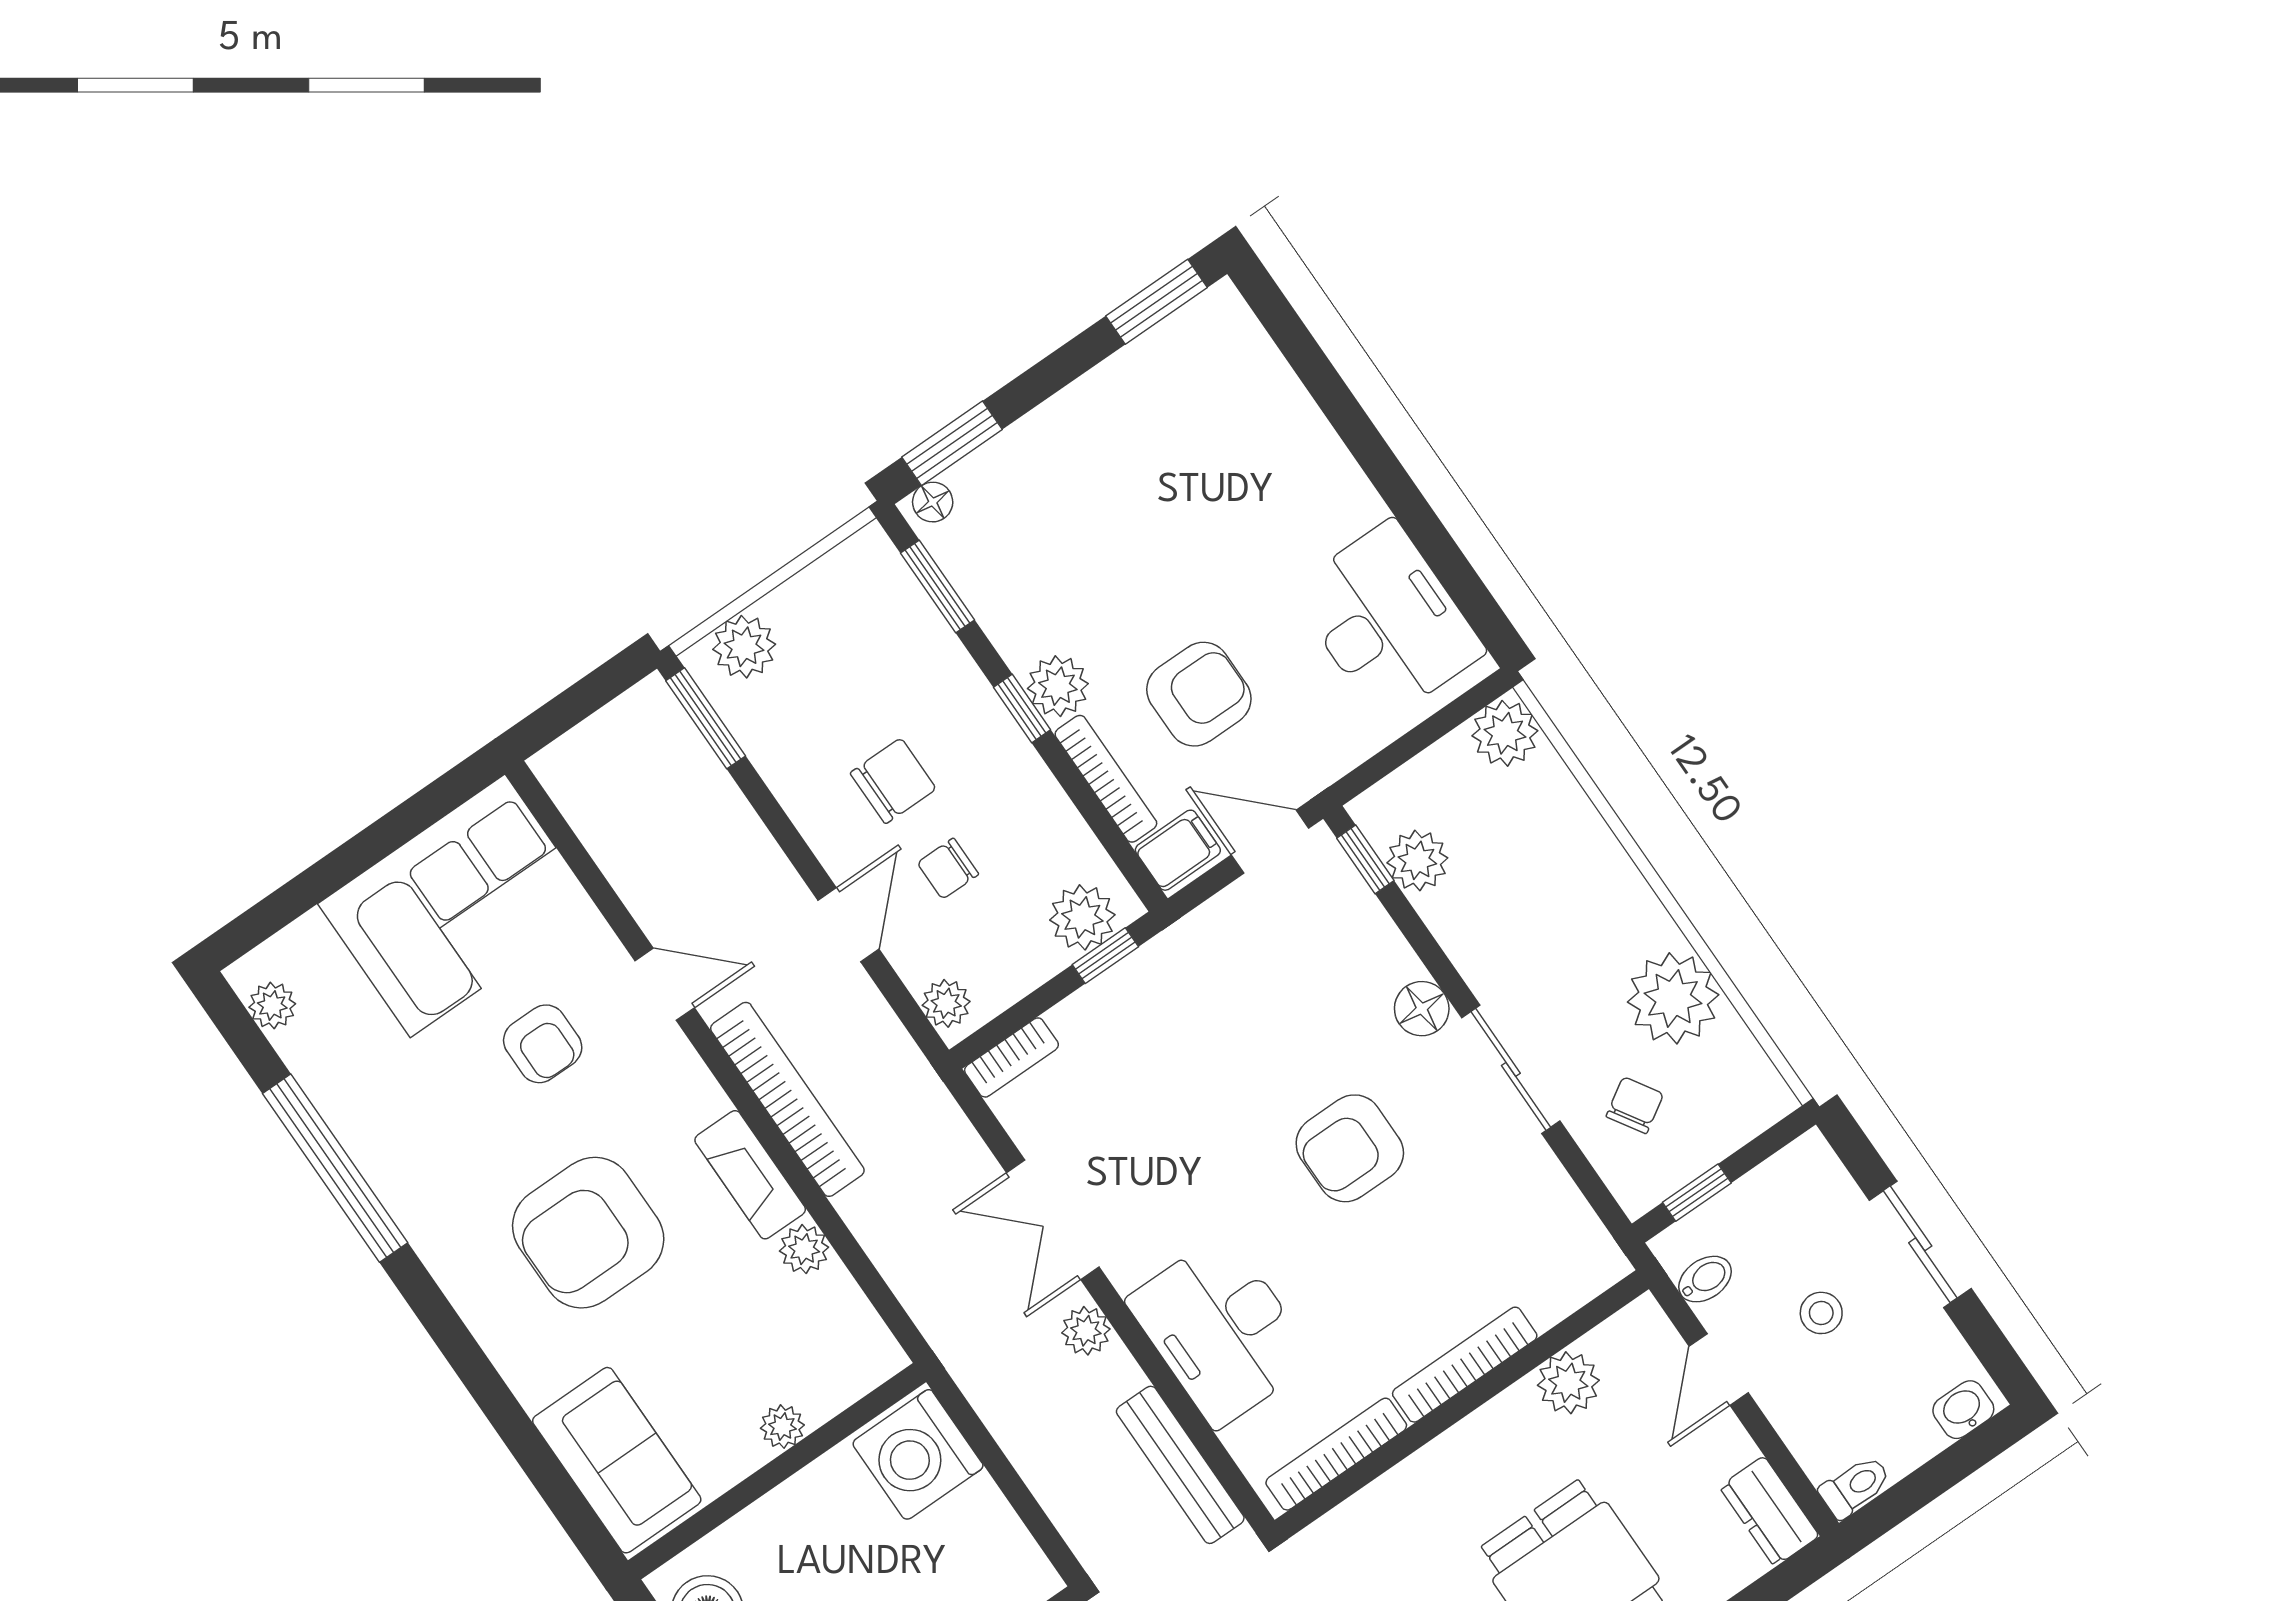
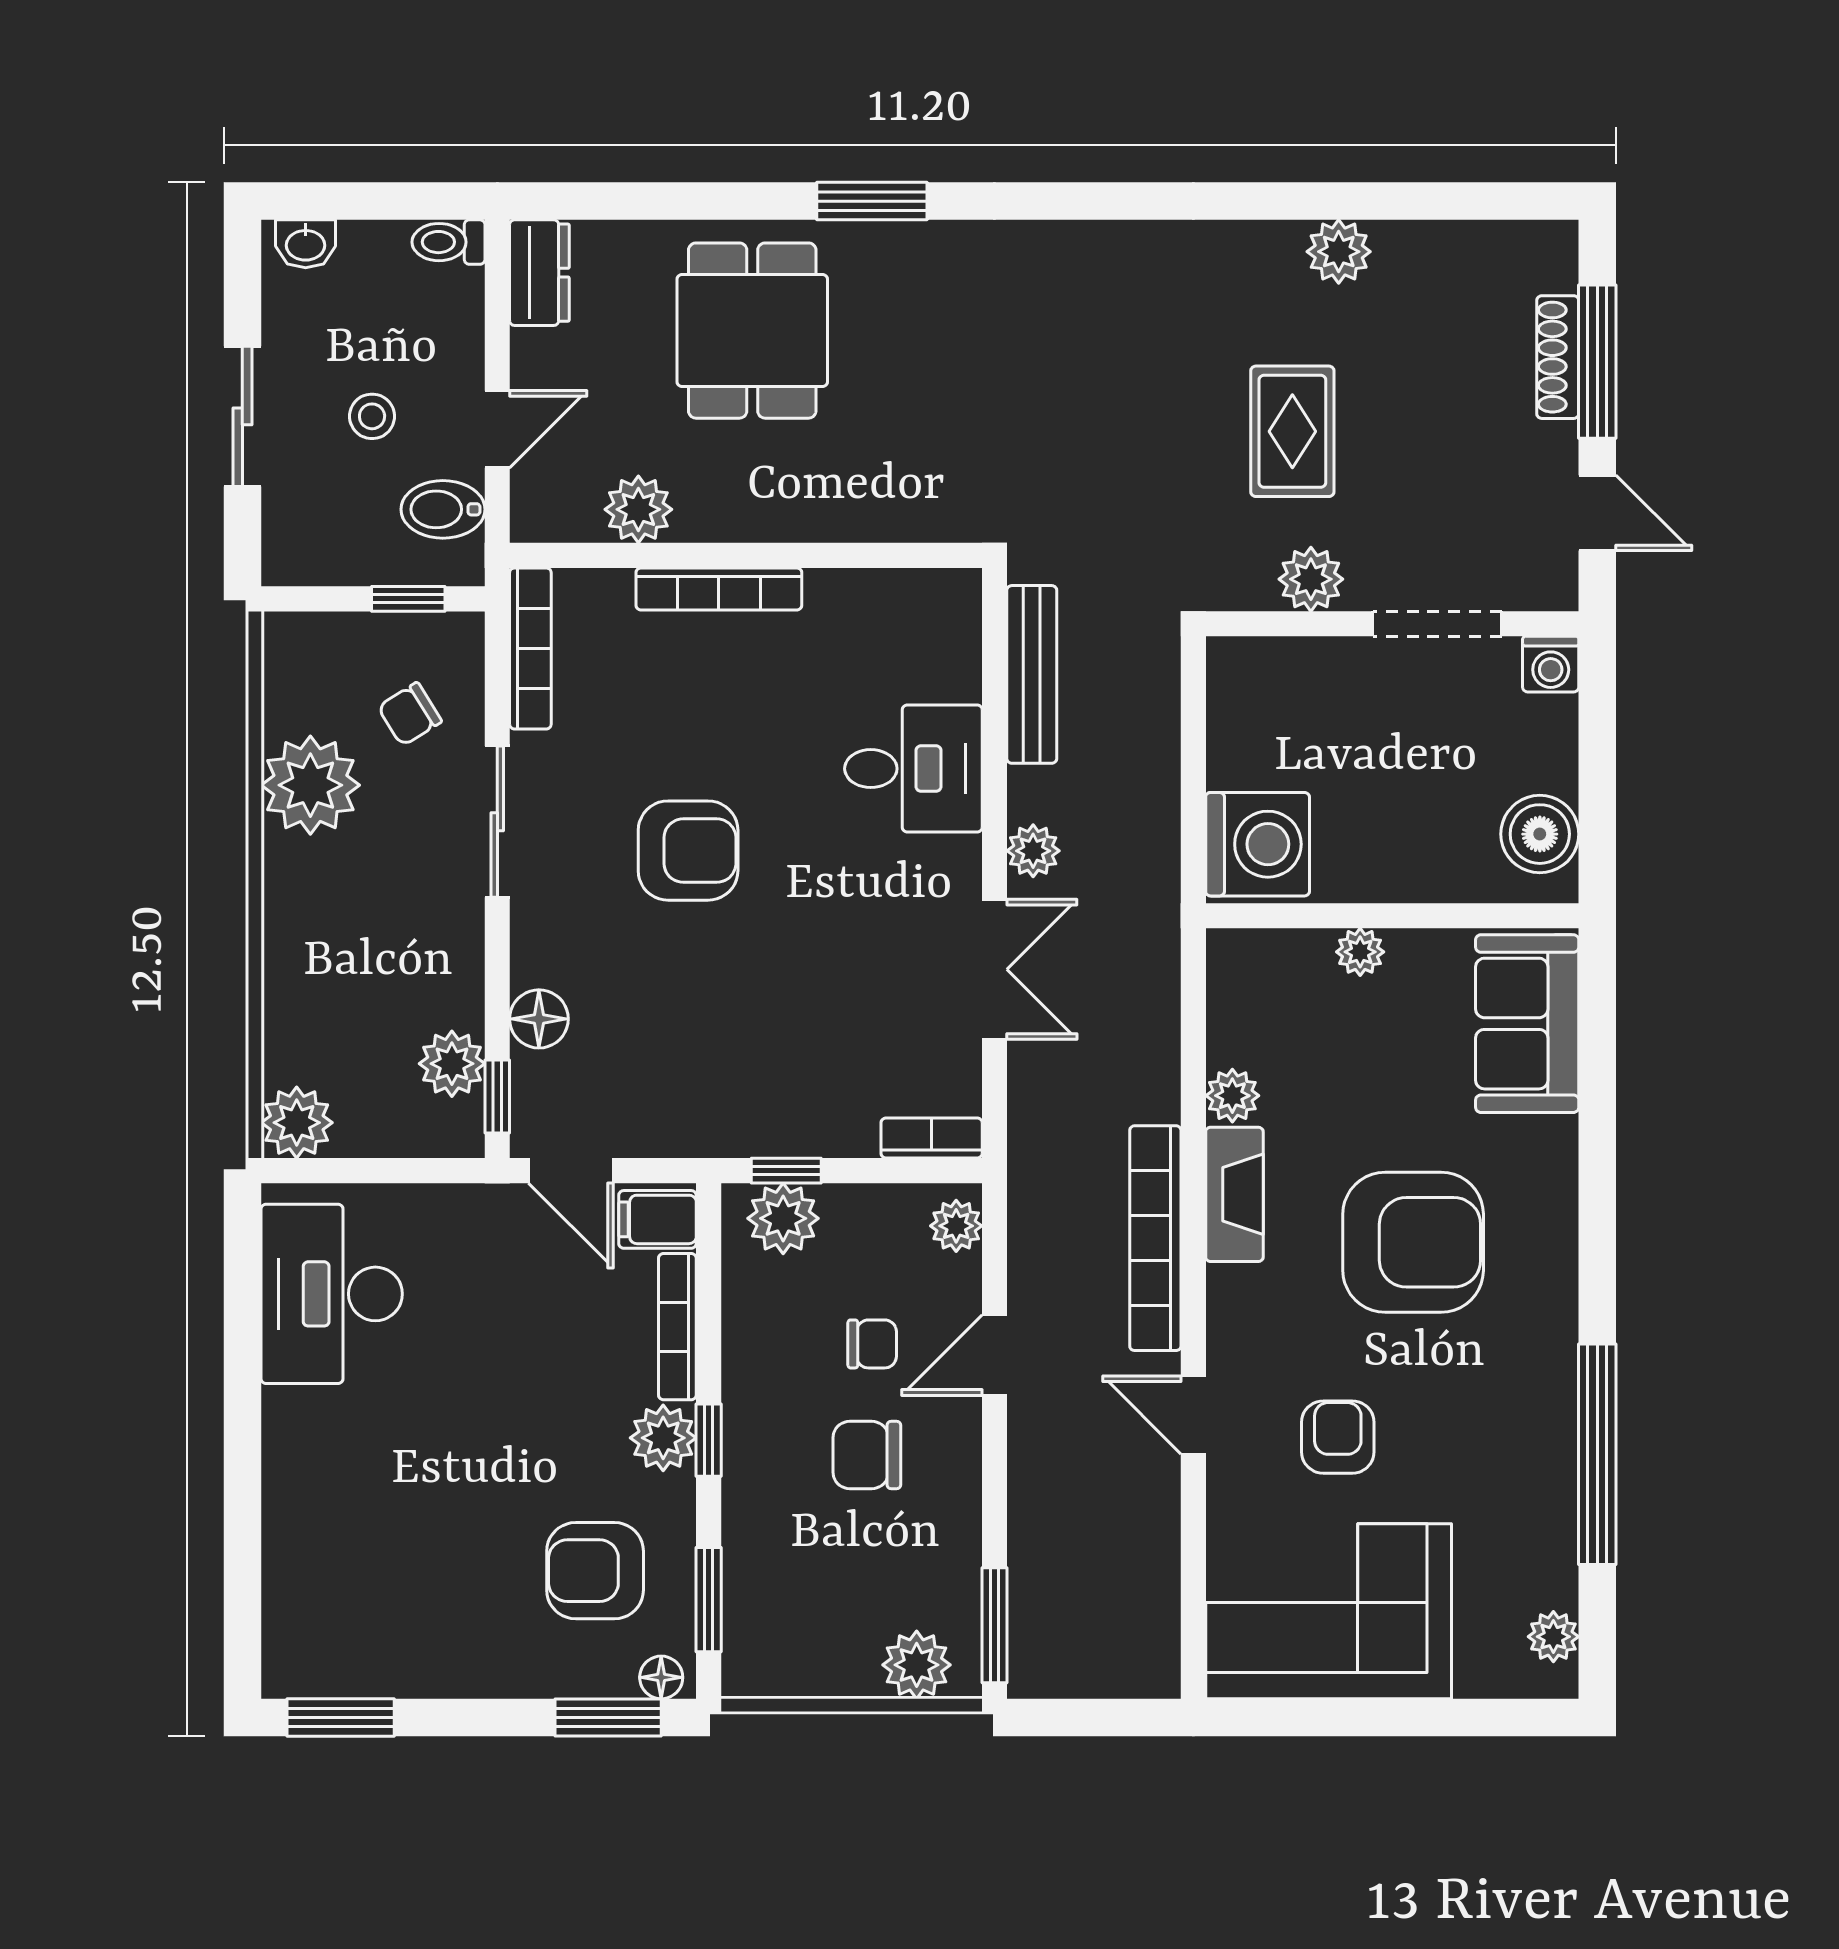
armchair: (1199, 694) -> (595, 1571), moved
floor lamp: (1422, 1009) -> (539, 1019), moved
bidet: (1705, 1279) -> (443, 509), width x1.38, depth x1.36
desk: (1221, 1330) -> (913, 769), width x0.73
bookcase: (1336, 1454) -> (530, 648), moved, turned -90

